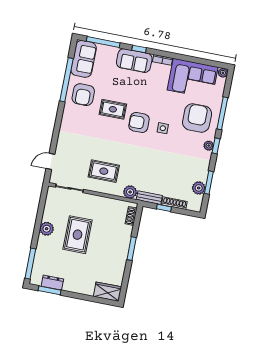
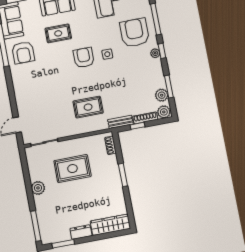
rug: (113, 109) -> (58, 33), moved
armchair: (139, 122) -> (84, 58), turned 90
rug: (104, 171) -> (88, 107), moved
plant: (130, 192) -> (164, 112), moved
rug: (77, 235) -> (72, 169), moved, turned 90
dresser: (52, 283) -> (81, 232), moved
wardrobe: (107, 292) -> (110, 225), width x1.50

